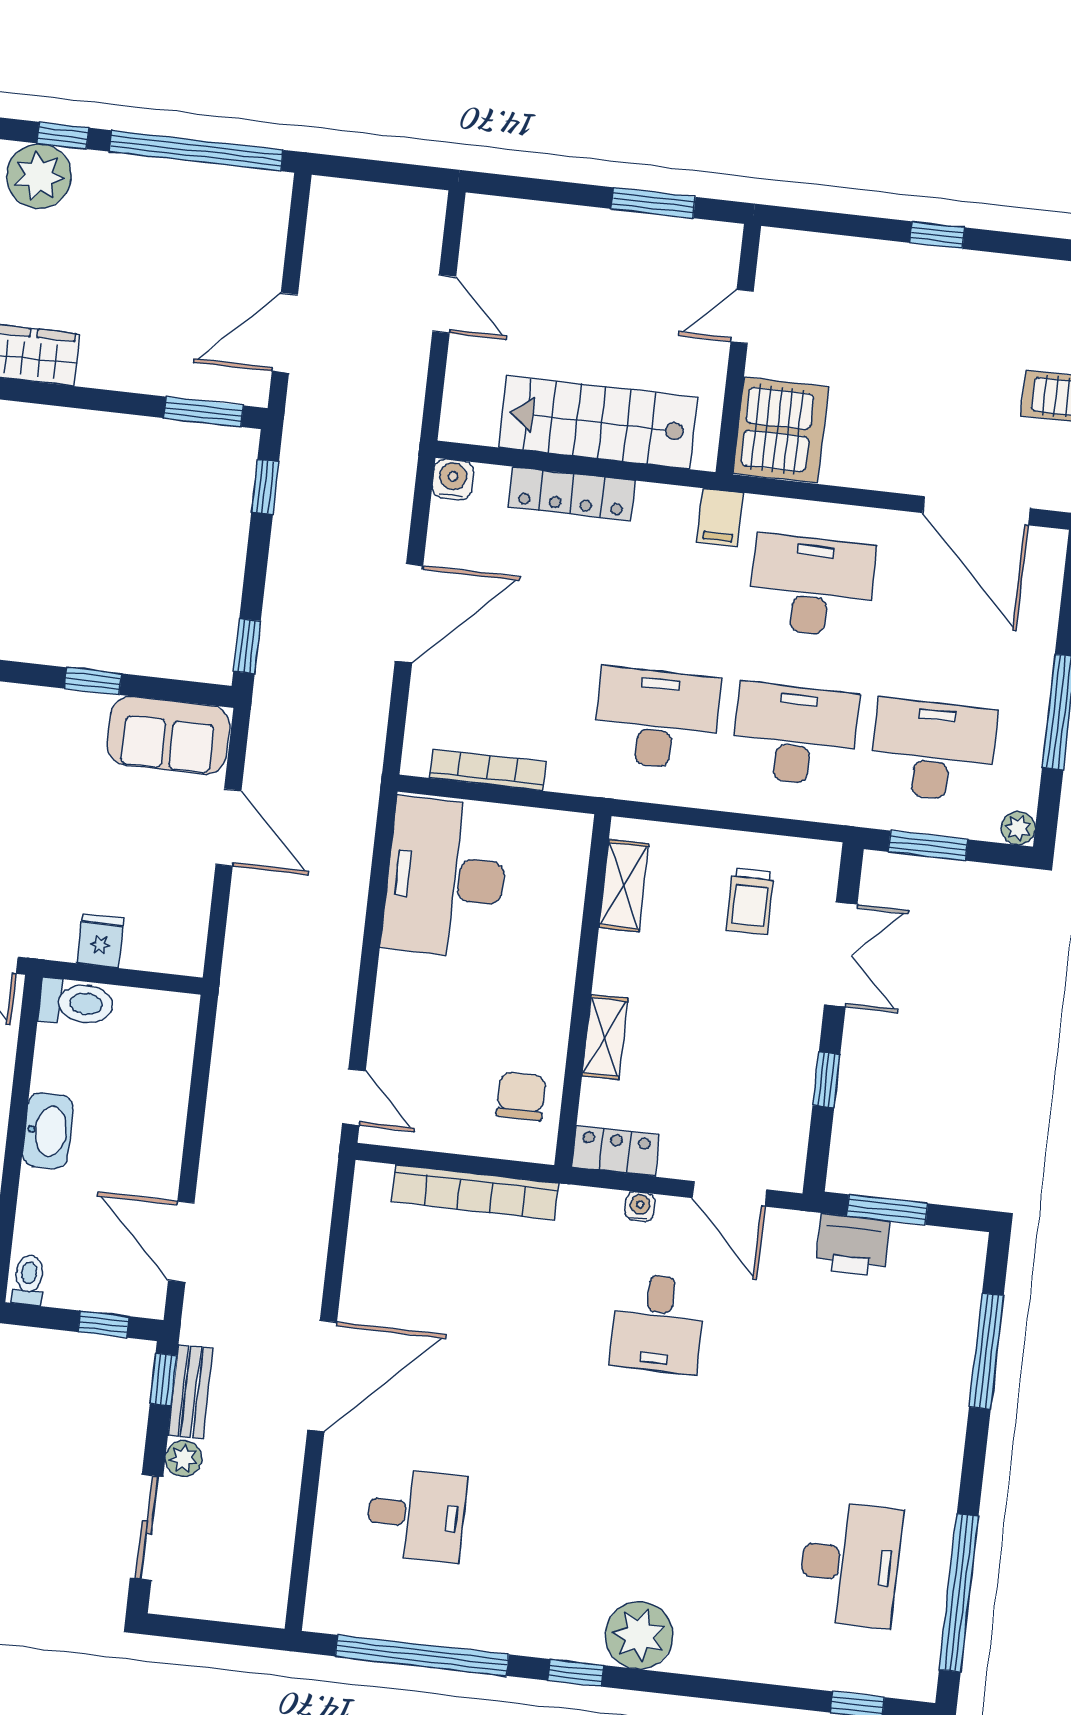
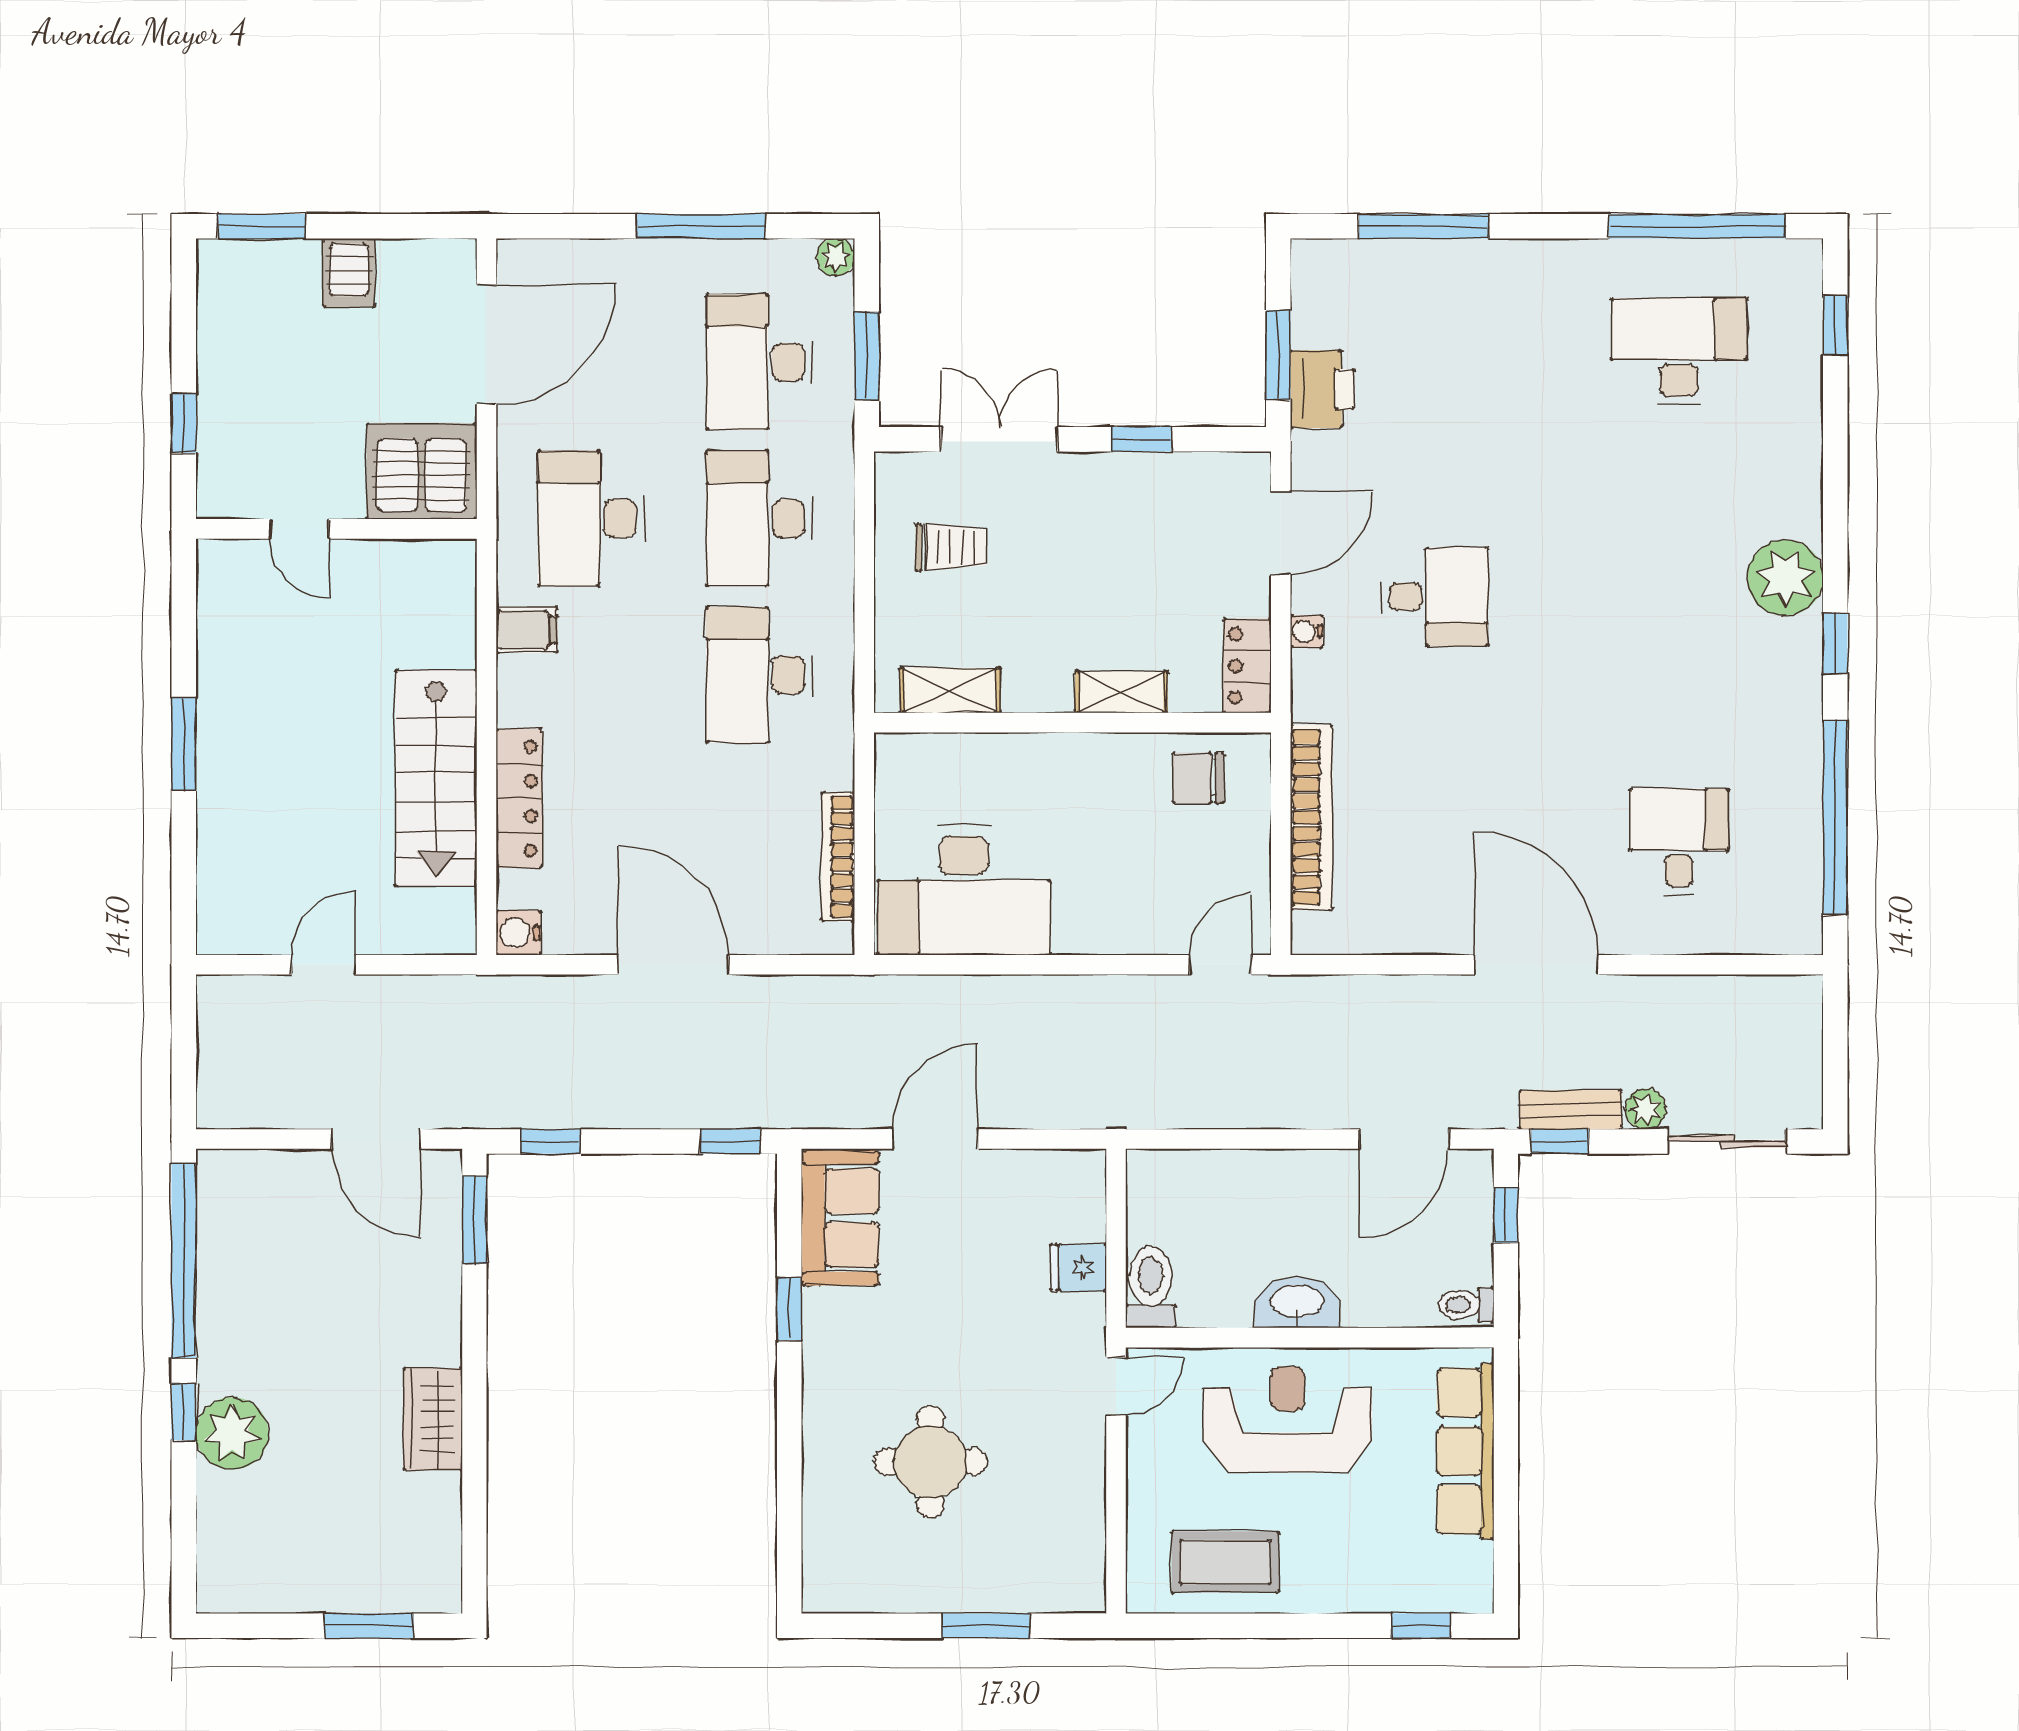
door: (742, 316) -> (299, 529), moved
wall: (738, 349) -> (336, 529), moved
server rack: (781, 430) -> (421, 471), moved

